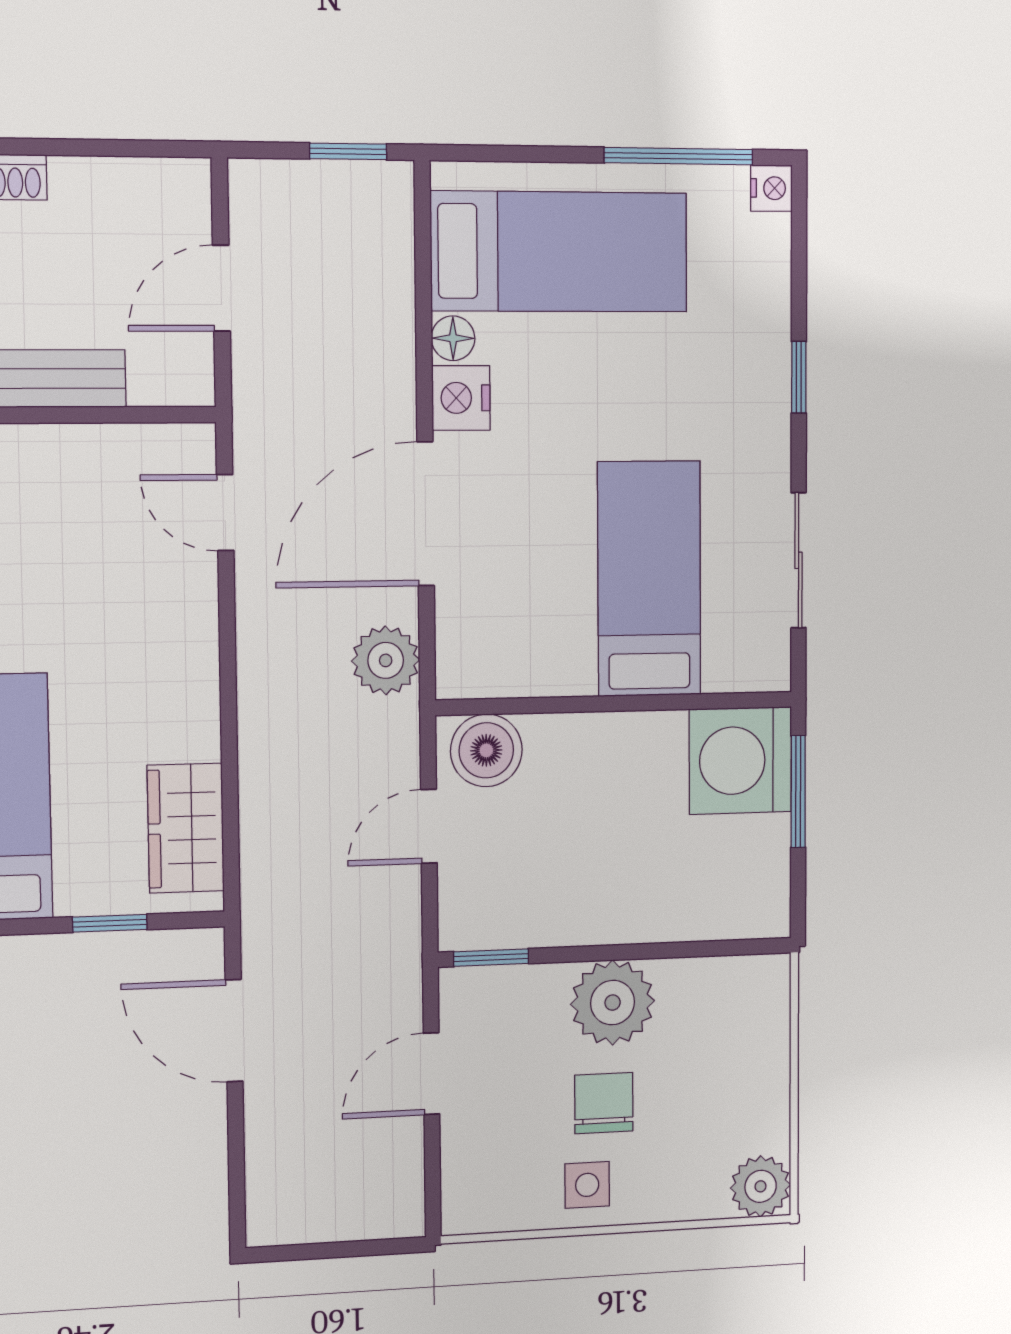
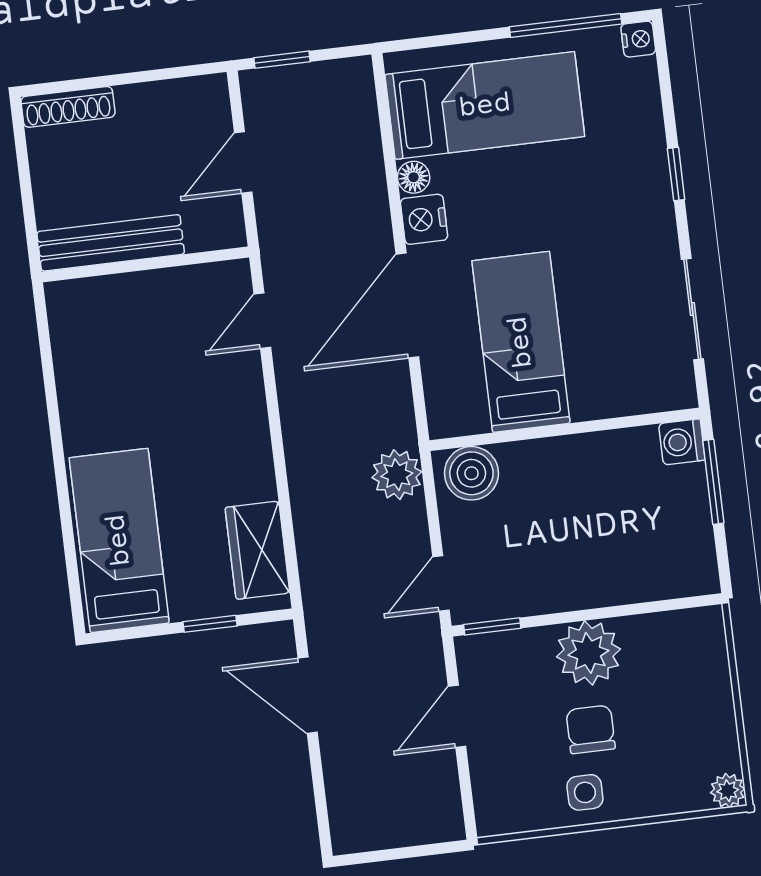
window: (348, 151) -> (282, 60), moved
door: (225, 513) -> (262, 321), hinge flipped
bed: (649, 579) -> (521, 342), moved
plant: (386, 660) -> (397, 475), moved
washing machine: (740, 760) -> (682, 442), width x0.53, depth x0.53
door: (429, 826) -> (441, 583), moved
plant: (761, 1186) -> (728, 791), width x0.73, depth x0.73

